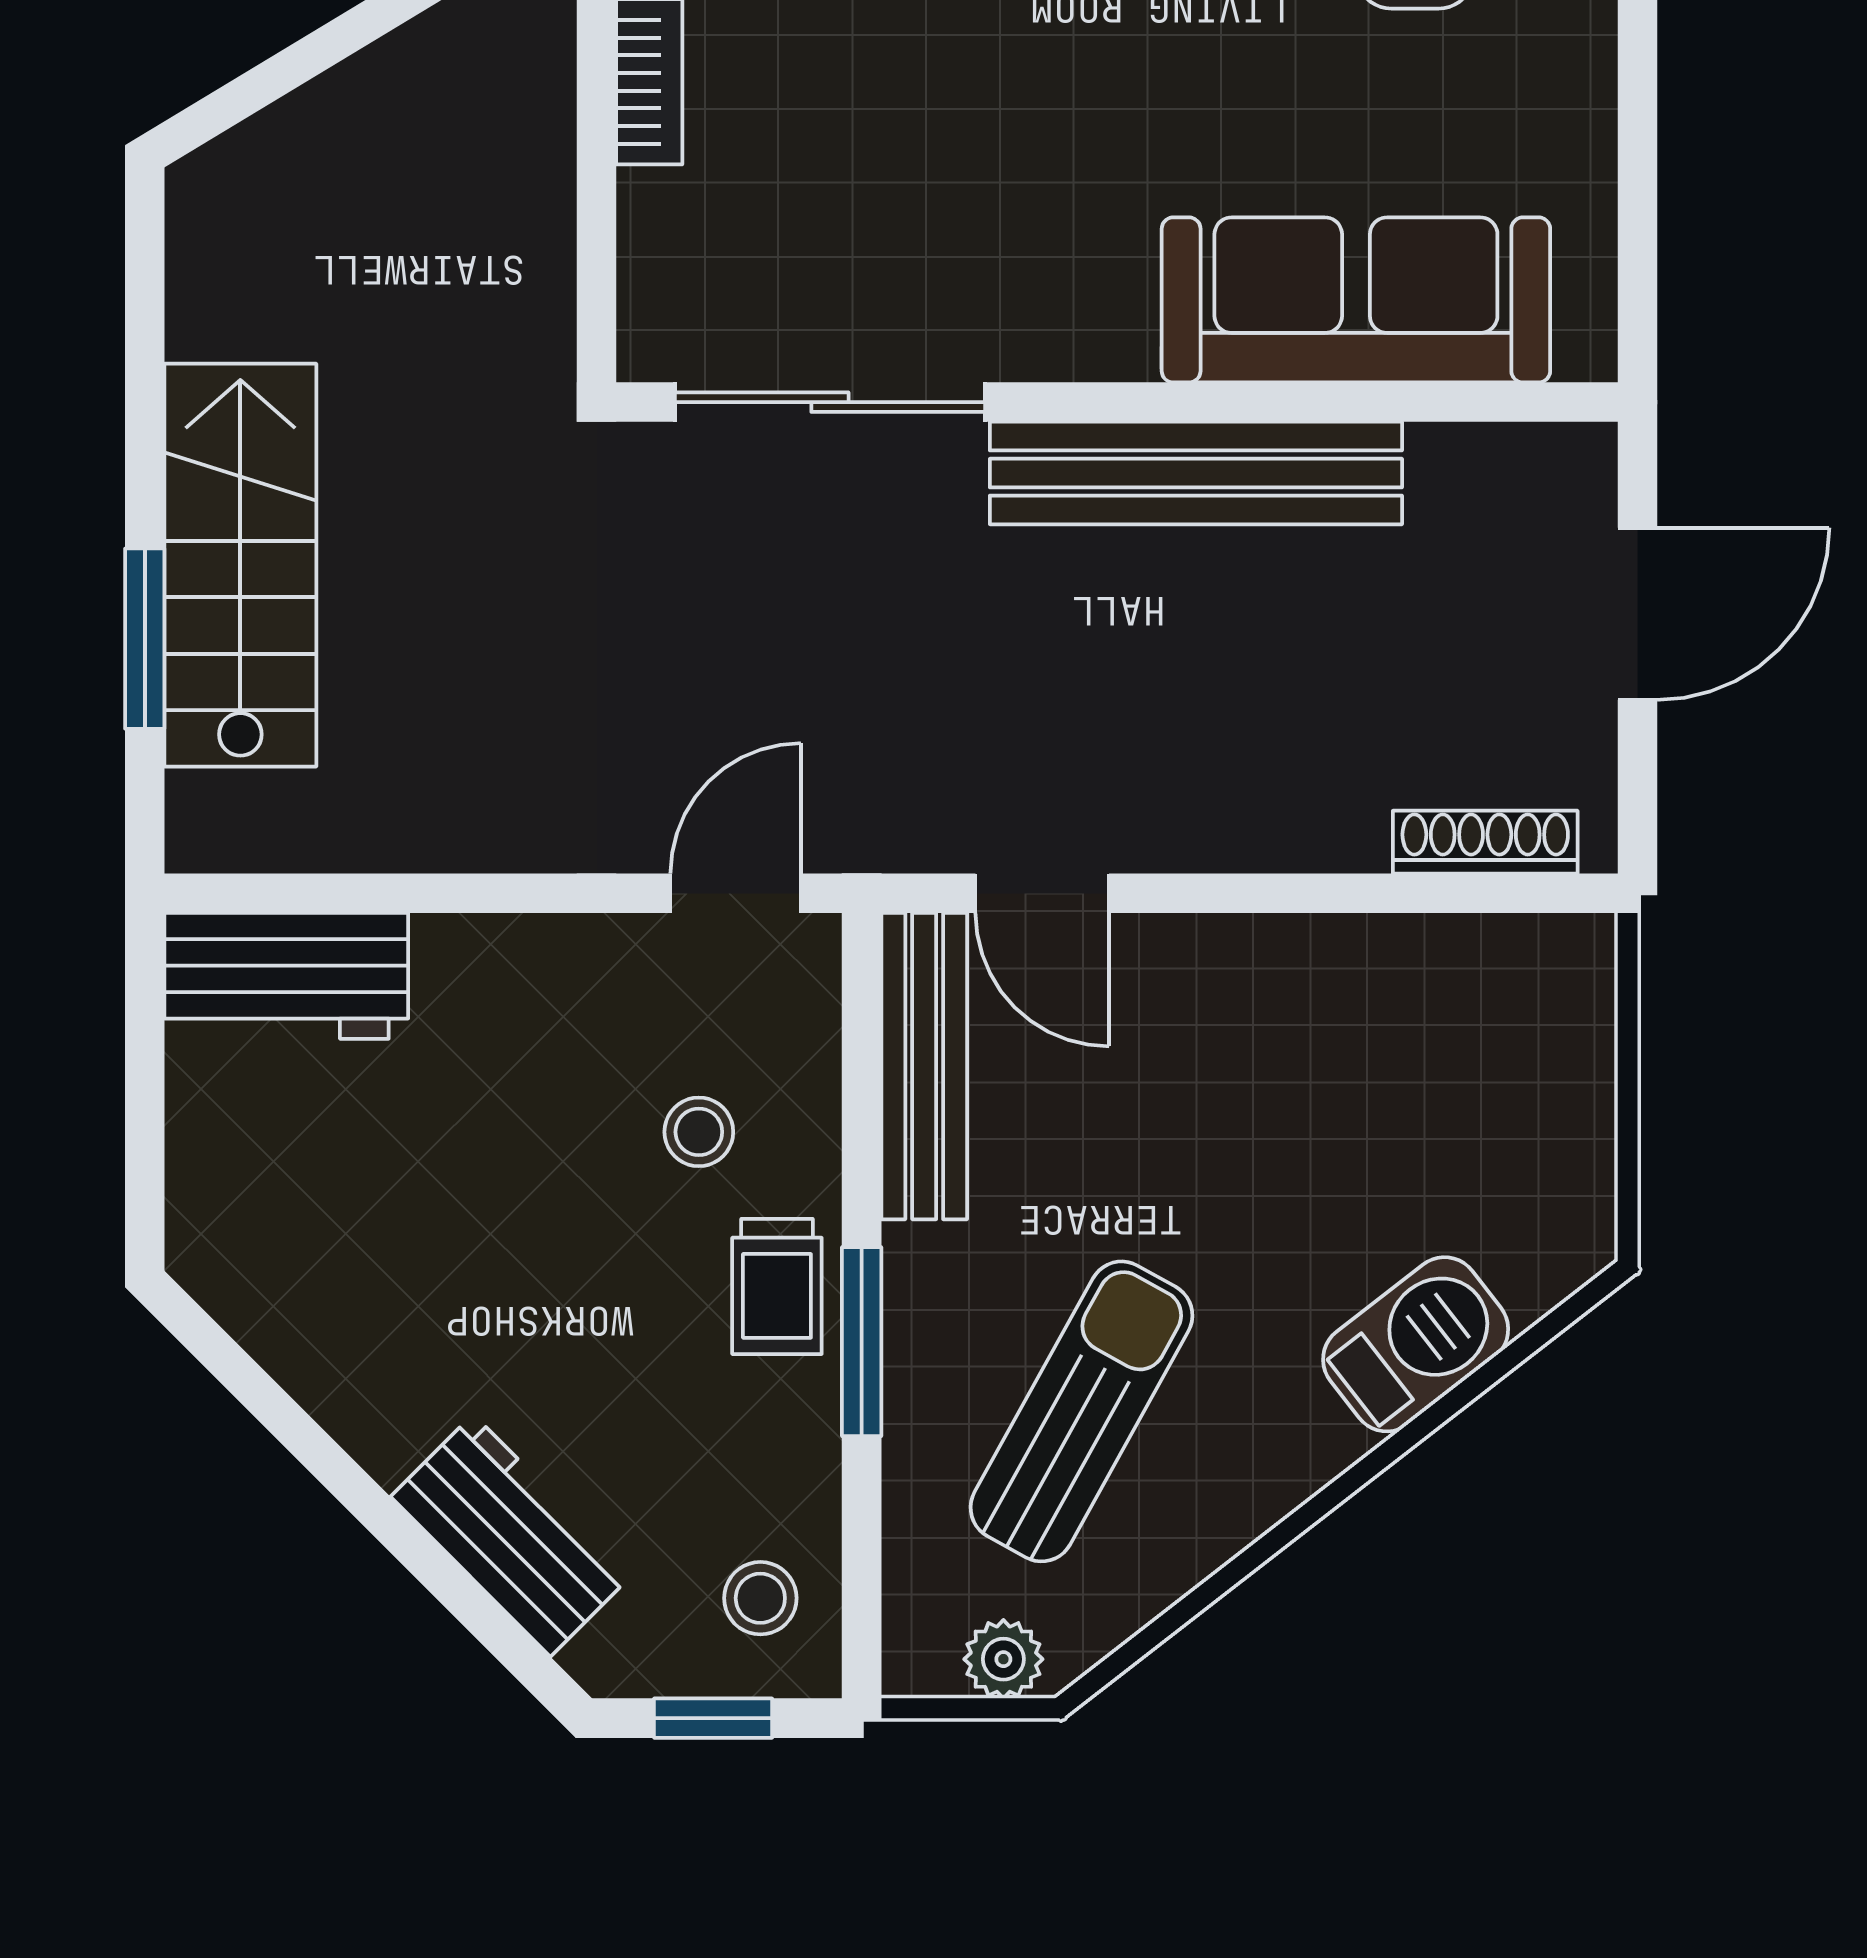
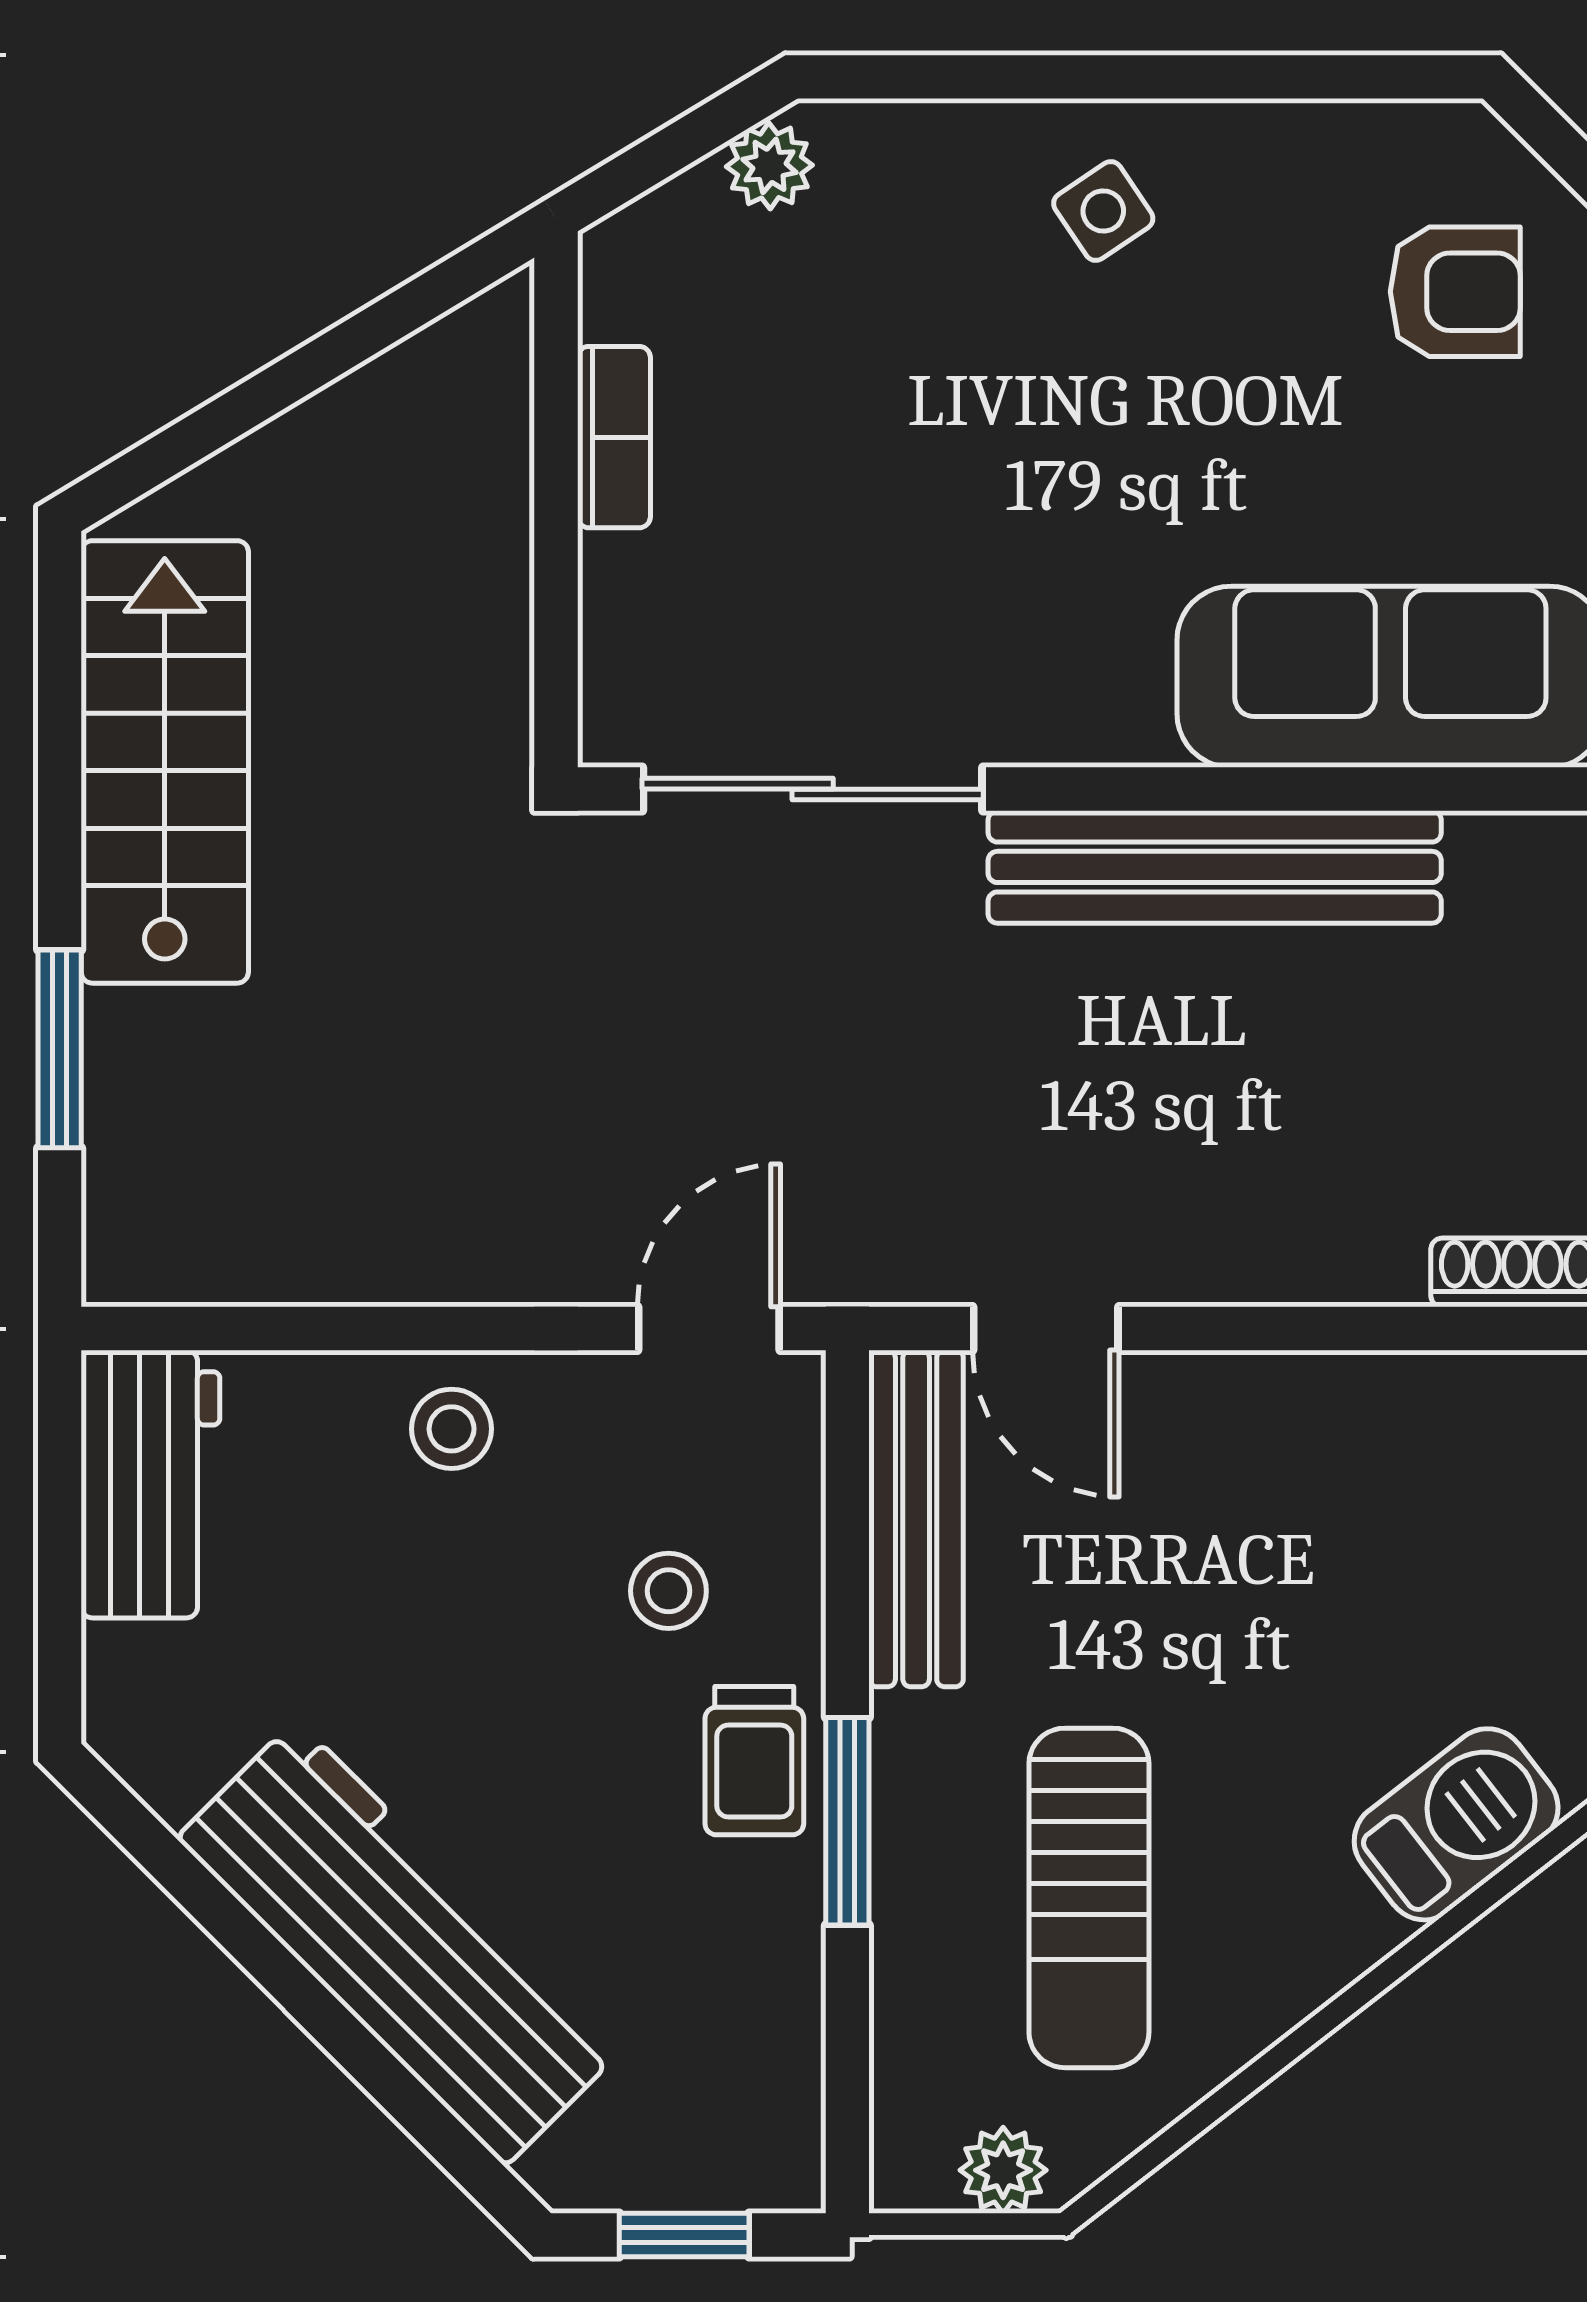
stairs: (240, 565) -> (165, 762), moved
workbench: (286, 976) -> (150, 1484), moved, turned -90
sun lounger: (1082, 1411) -> (1089, 1898), turned 151
workbench: (512, 1535) -> (401, 1943), width x1.88, depth x1.32
stool: (760, 1598) -> (452, 1429), moved

